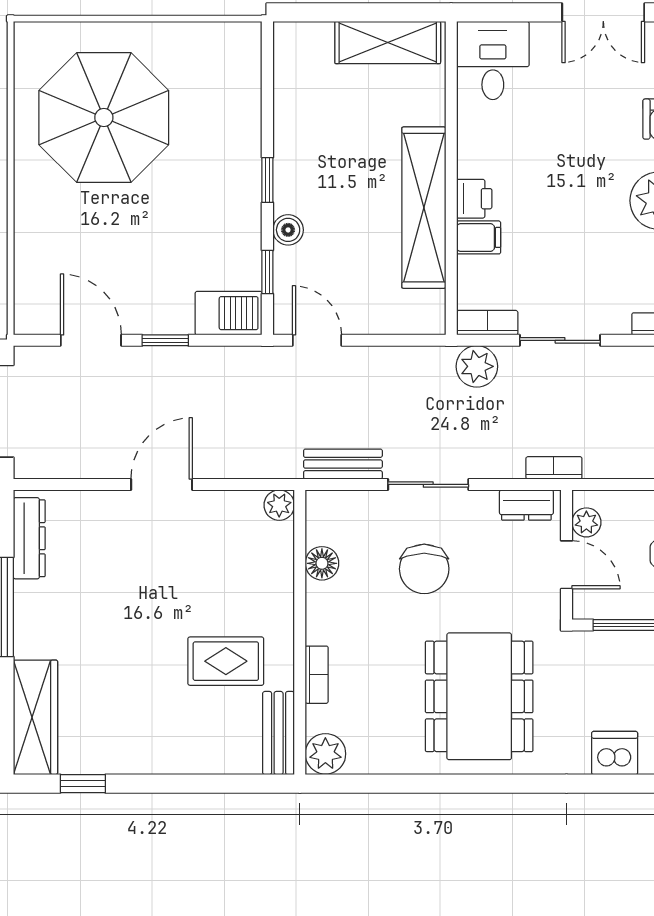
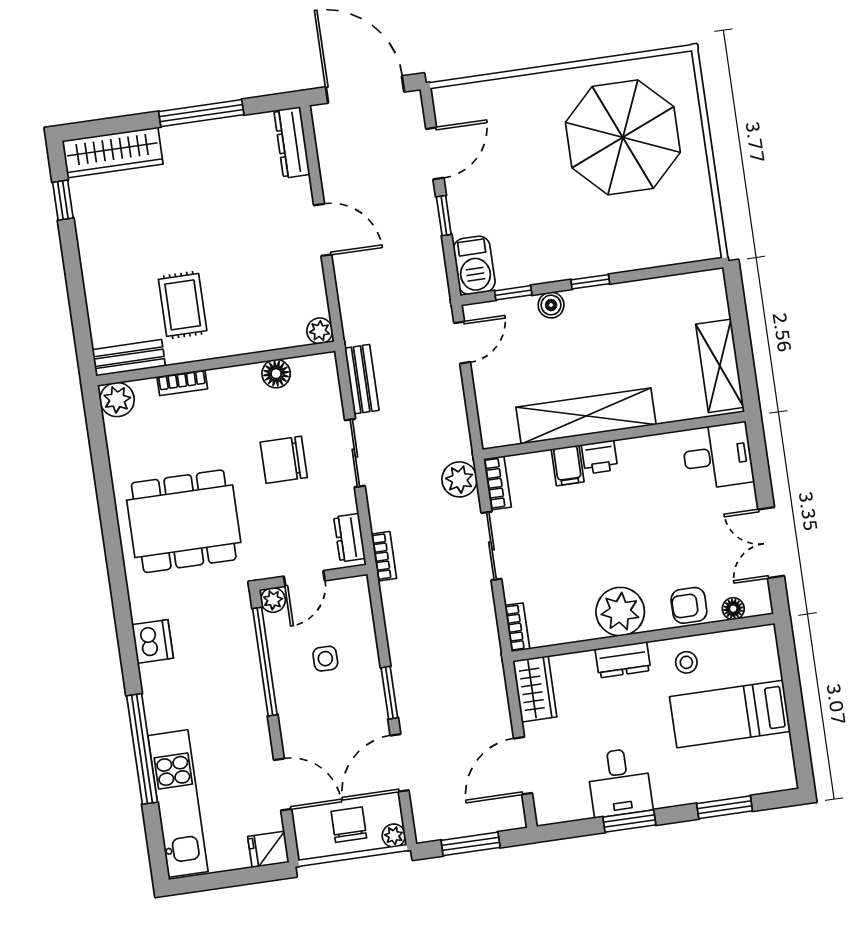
plant: (586, 522) -> (273, 600), moved
dresser: (29, 538) -> (292, 142), moved, turned 90

